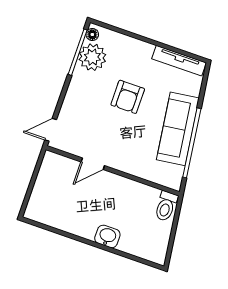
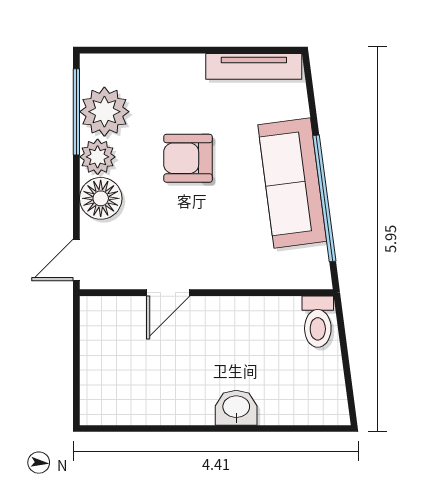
floor lamp: (92, 34) -> (101, 198), moved, width x1.89, depth x1.89
plant: (81, 80) -> (98, 157), added
armchair: (128, 97) -> (188, 158), turned 90

